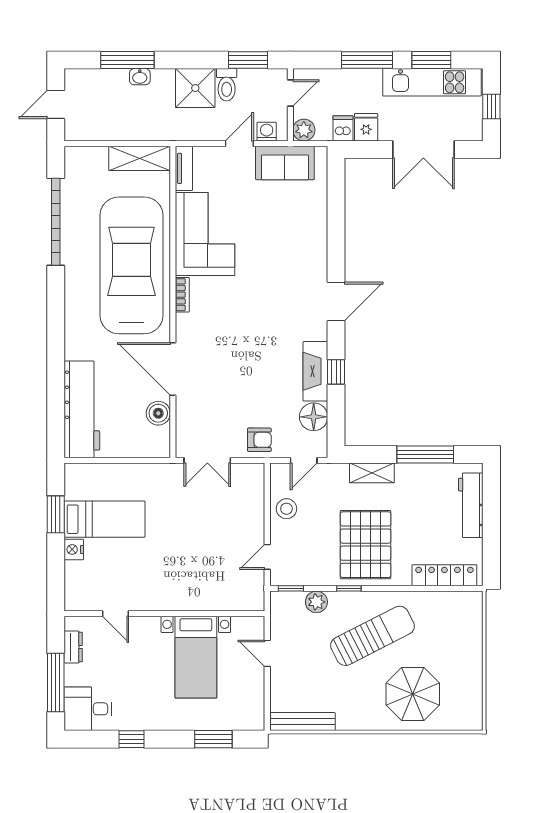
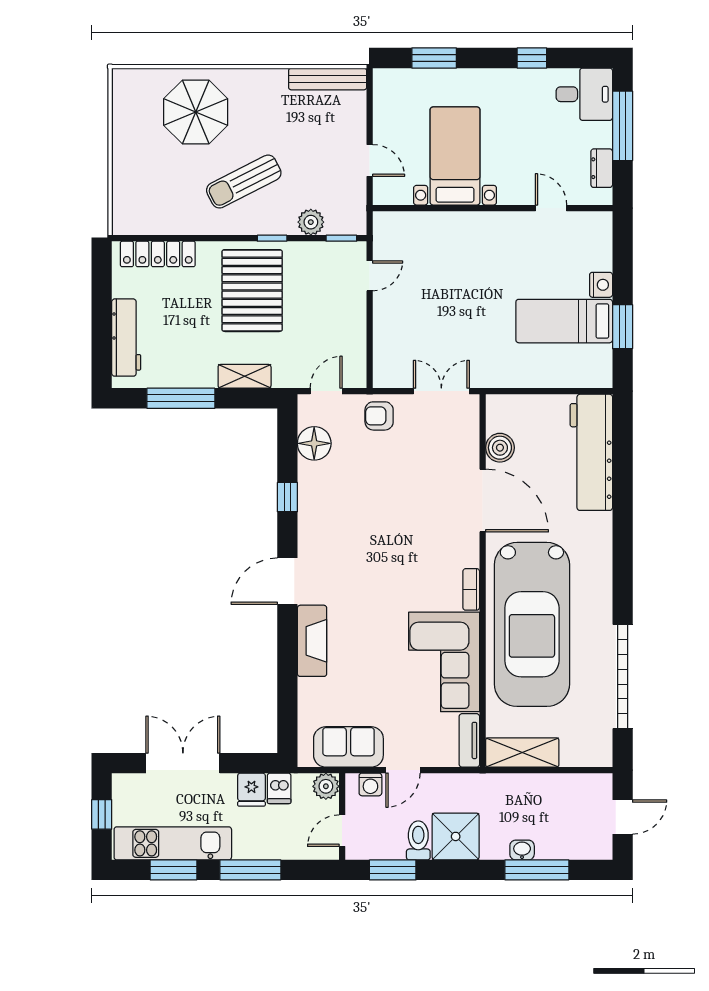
fireplace: (315, 371) -> (312, 641), moved
stool: (286, 509) -> (347, 334), removed
sun lounger: (373, 636) -> (244, 182), width x0.73, depth x0.75

